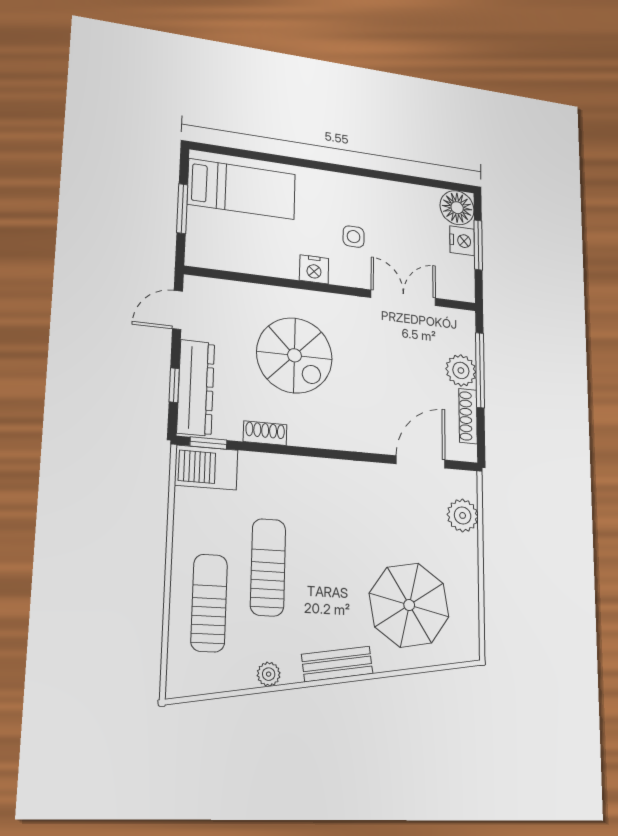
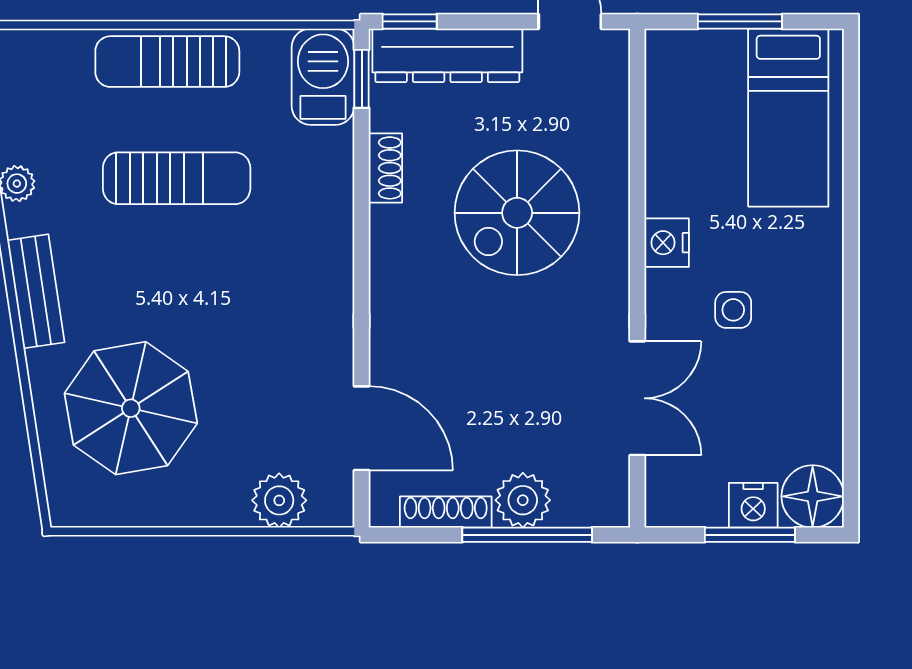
window: (174, 385) -> (410, 21), moved
sun lounger: (209, 603) -> (167, 62), moved, turned 180

